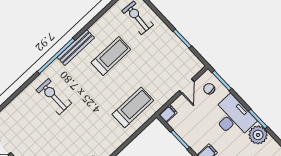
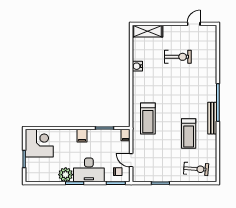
exercise bike: (54, 97) -> (178, 57), moved

